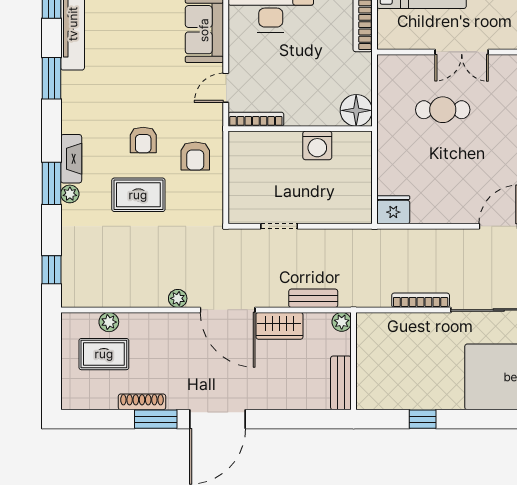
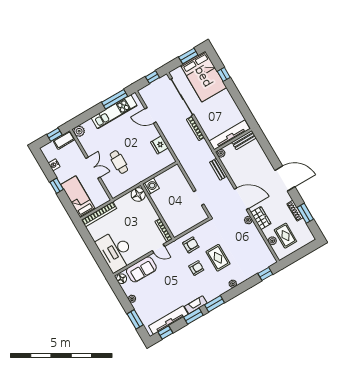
washing machine: (317, 145) -> (151, 186), moved
fireplace: (71, 159) -> (196, 305), moved
window: (51, 183) -> (215, 304), moved
fridge: (393, 210) -> (159, 145), moved
door: (228, 310) -> (242, 199), hinge flipped
wardrobe: (279, 326) -> (261, 218), moved
tv unit: (368, 360) -> (229, 135), added
window: (156, 419) -> (305, 213), moved
window: (423, 419) -> (224, 74), moved

